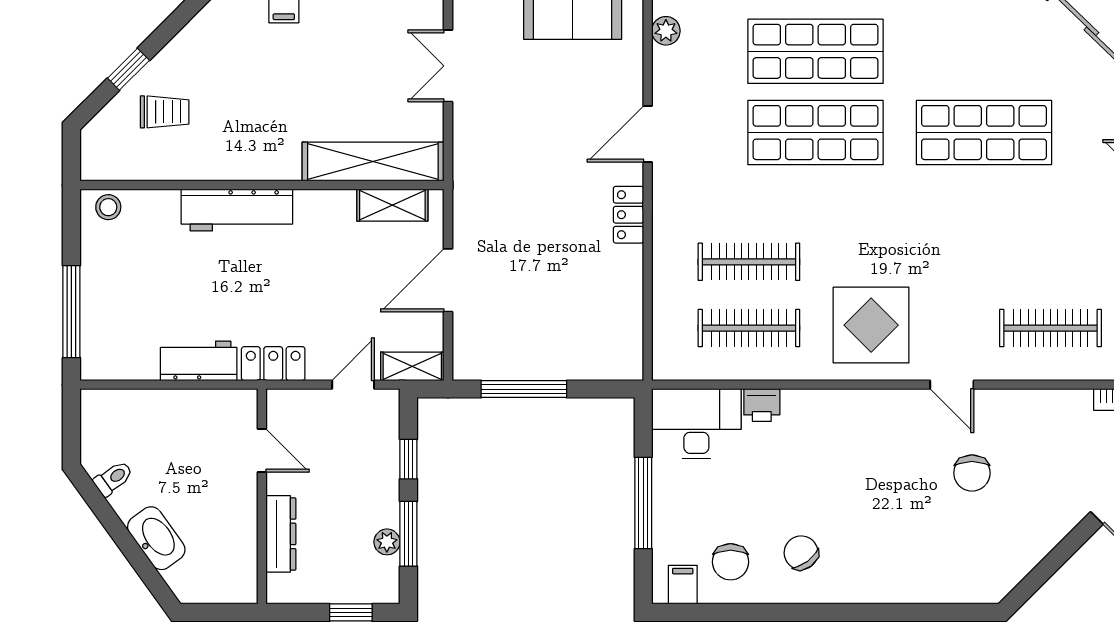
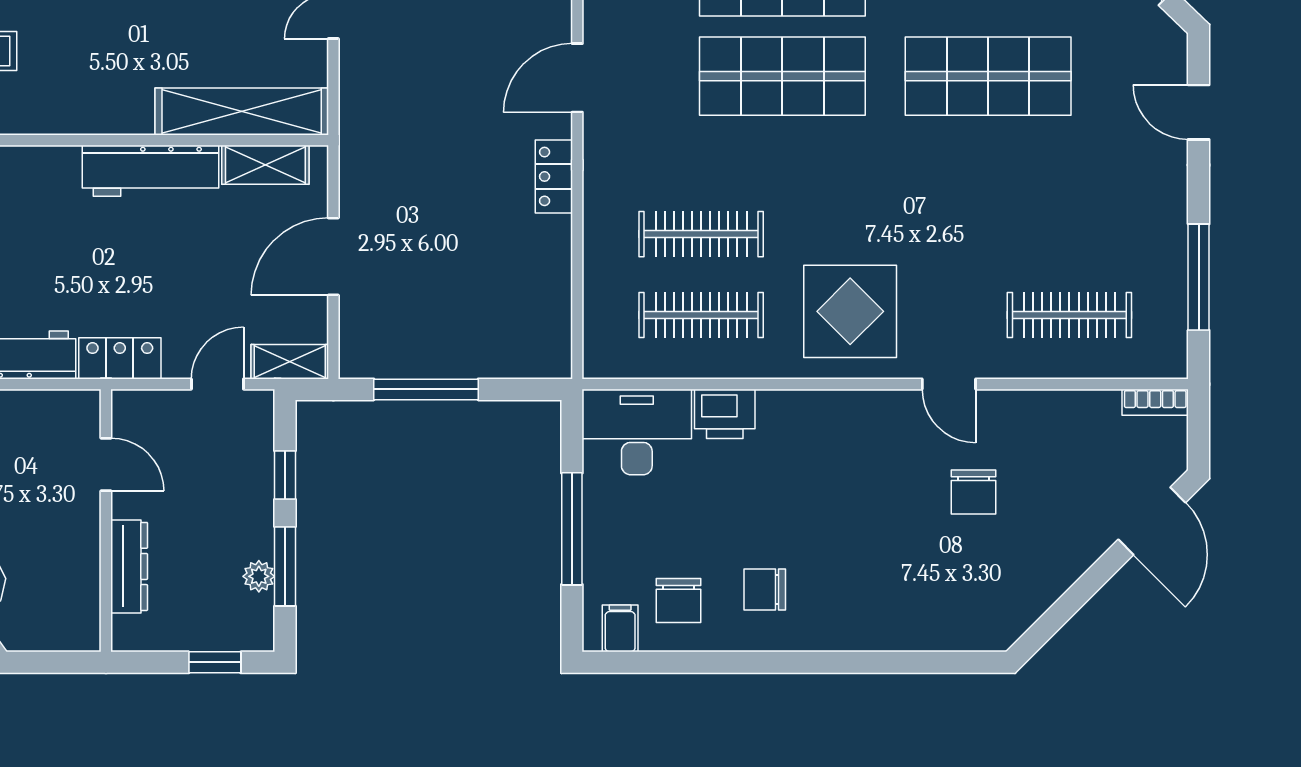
workbench: (237, 210) -> (151, 171), moved
printer: (762, 405) -> (725, 414), width x1.36, depth x1.24
chair: (801, 553) -> (765, 589), turned -53

